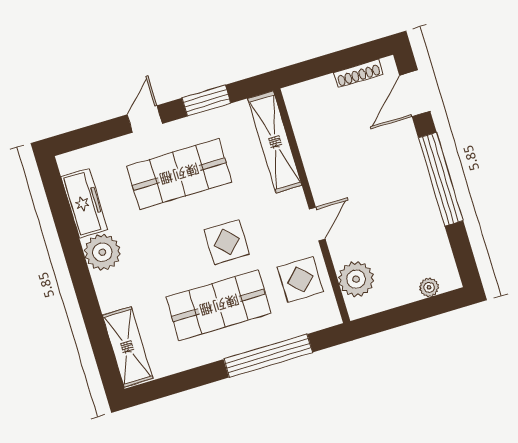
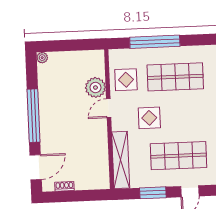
shoe rack: (358, 73) -> (64, 186), width x0.70
display table: (227, 242) -> (149, 118), moved
plant: (356, 279) -> (95, 87), moved
plant: (429, 287) -> (42, 58), moved

